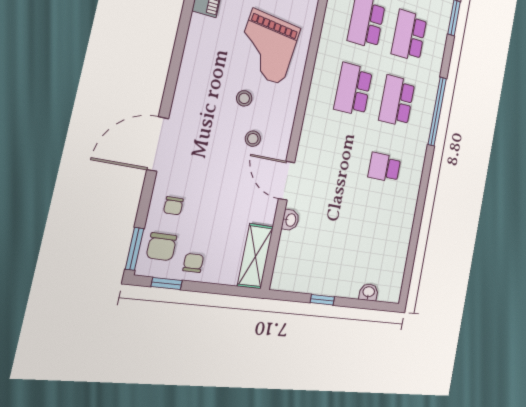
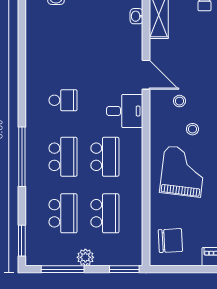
desk: (320, 140) -> (125, 111), added
washbasin: (290, 220) -> (136, 16), moved

